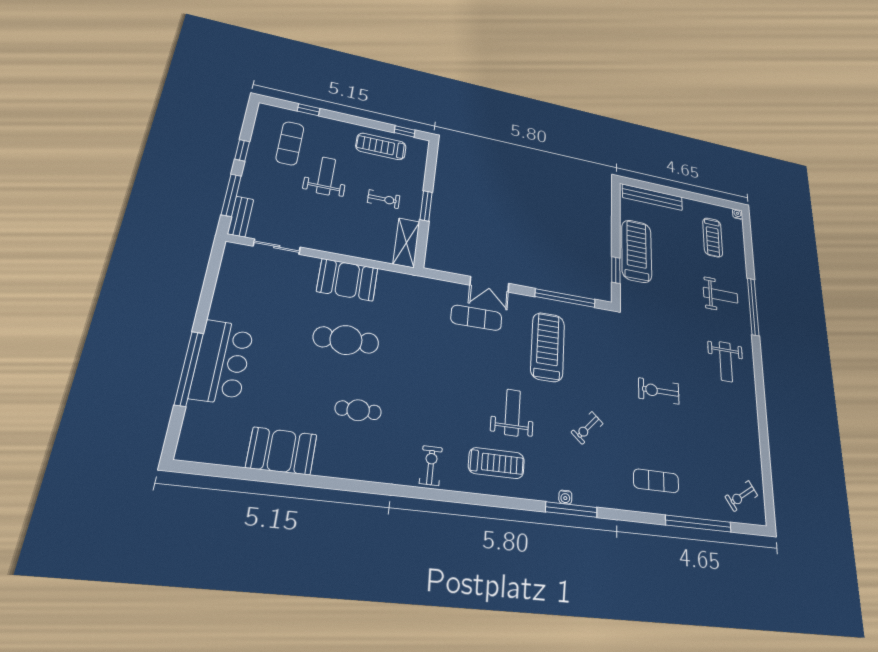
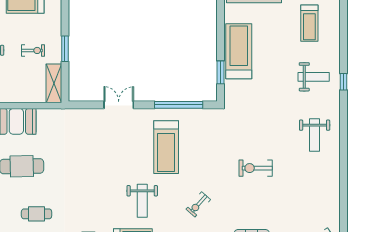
double door: (489, 284) -> (119, 105), swing flipped
window: (753, 307) -> (344, 82), width x0.32
exercise mat: (476, 318) -> (111, 134), removed
treadmill: (548, 347) -> (166, 147), turned 180
weight bench: (512, 412) -> (142, 201), turned 180

